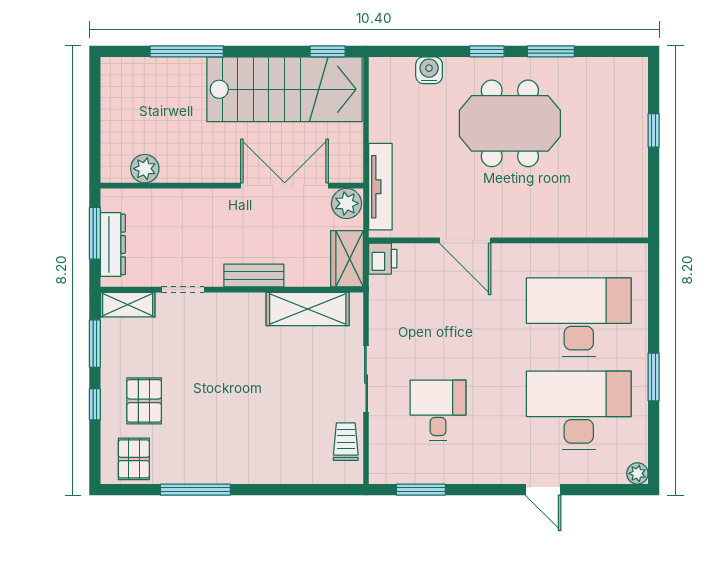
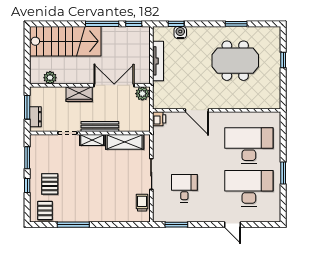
window: (187, 51) -> (102, 24), moved
window: (487, 51) -> (176, 24), moved
stairs: (285, 89) -> (65, 41), moved
meeting table: (510, 123) -> (235, 61), moved
tv unit: (380, 187) -> (158, 61), moved
dresser: (113, 244) -> (35, 117), width x0.70
wardrobe: (347, 259) -> (79, 94), moved, turned -90
bench: (254, 275) -> (100, 126), width x1.36
shelving: (128, 305) -> (92, 140), moved
plant: (637, 473) -> (276, 217), removed

